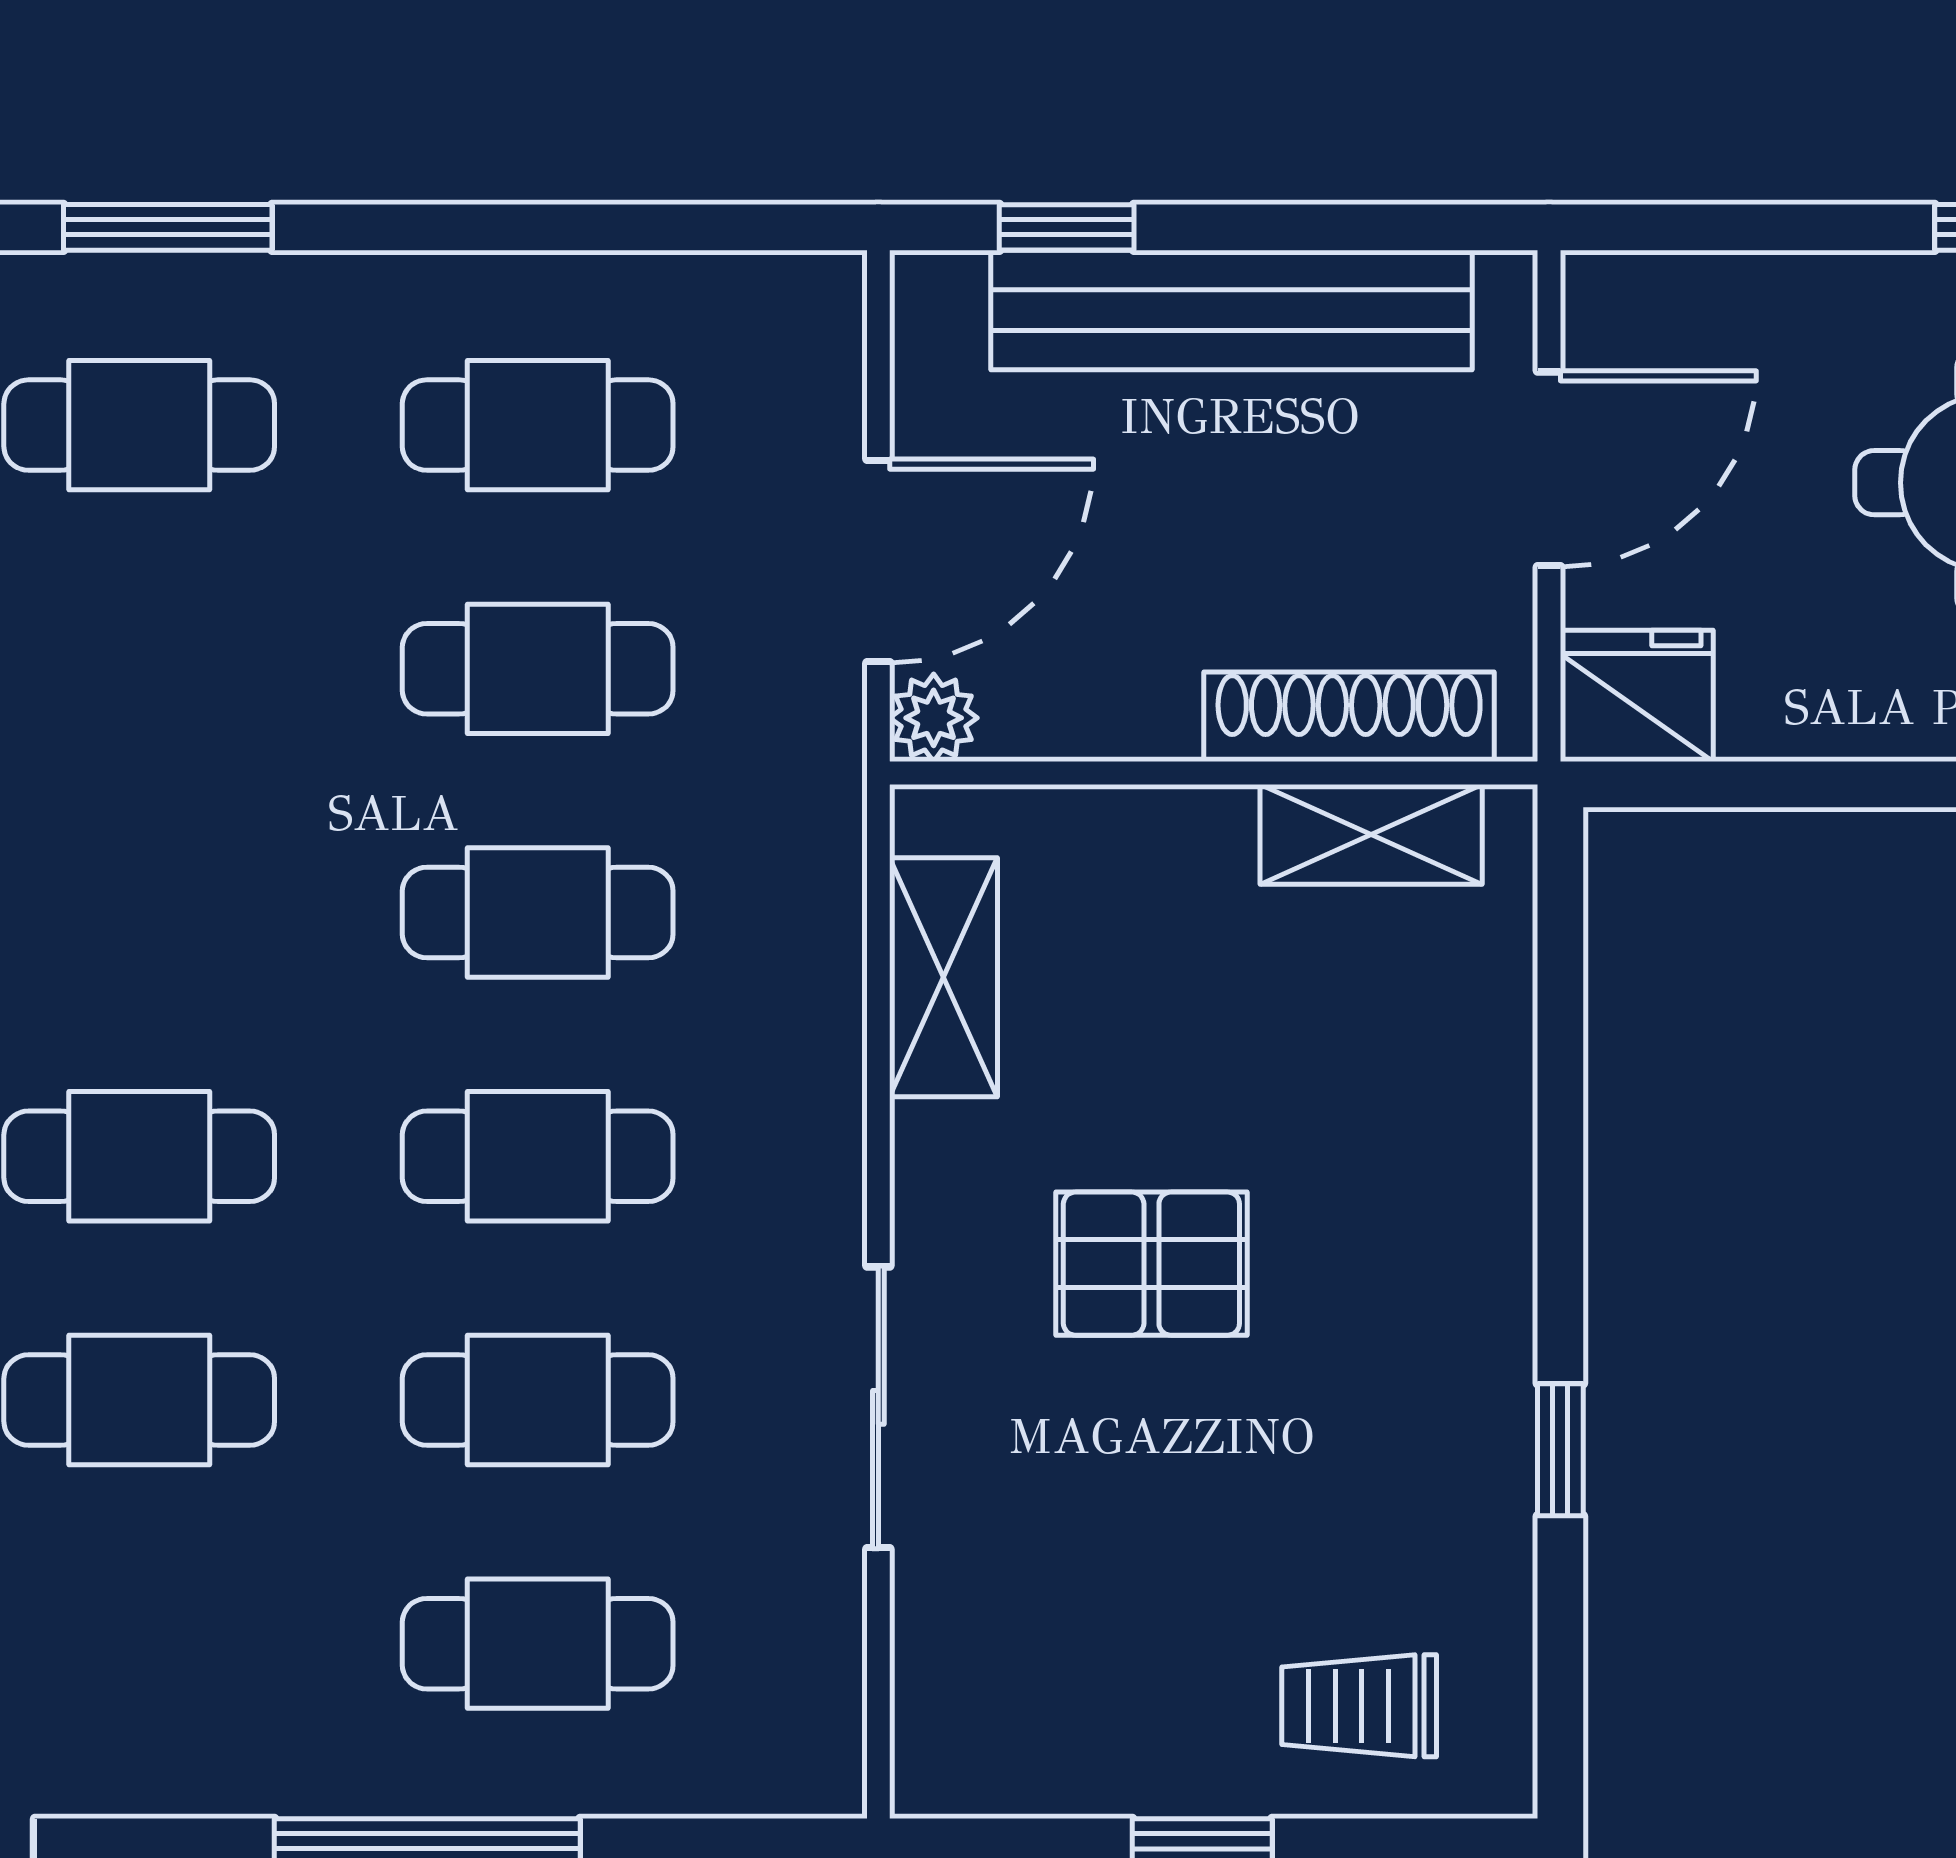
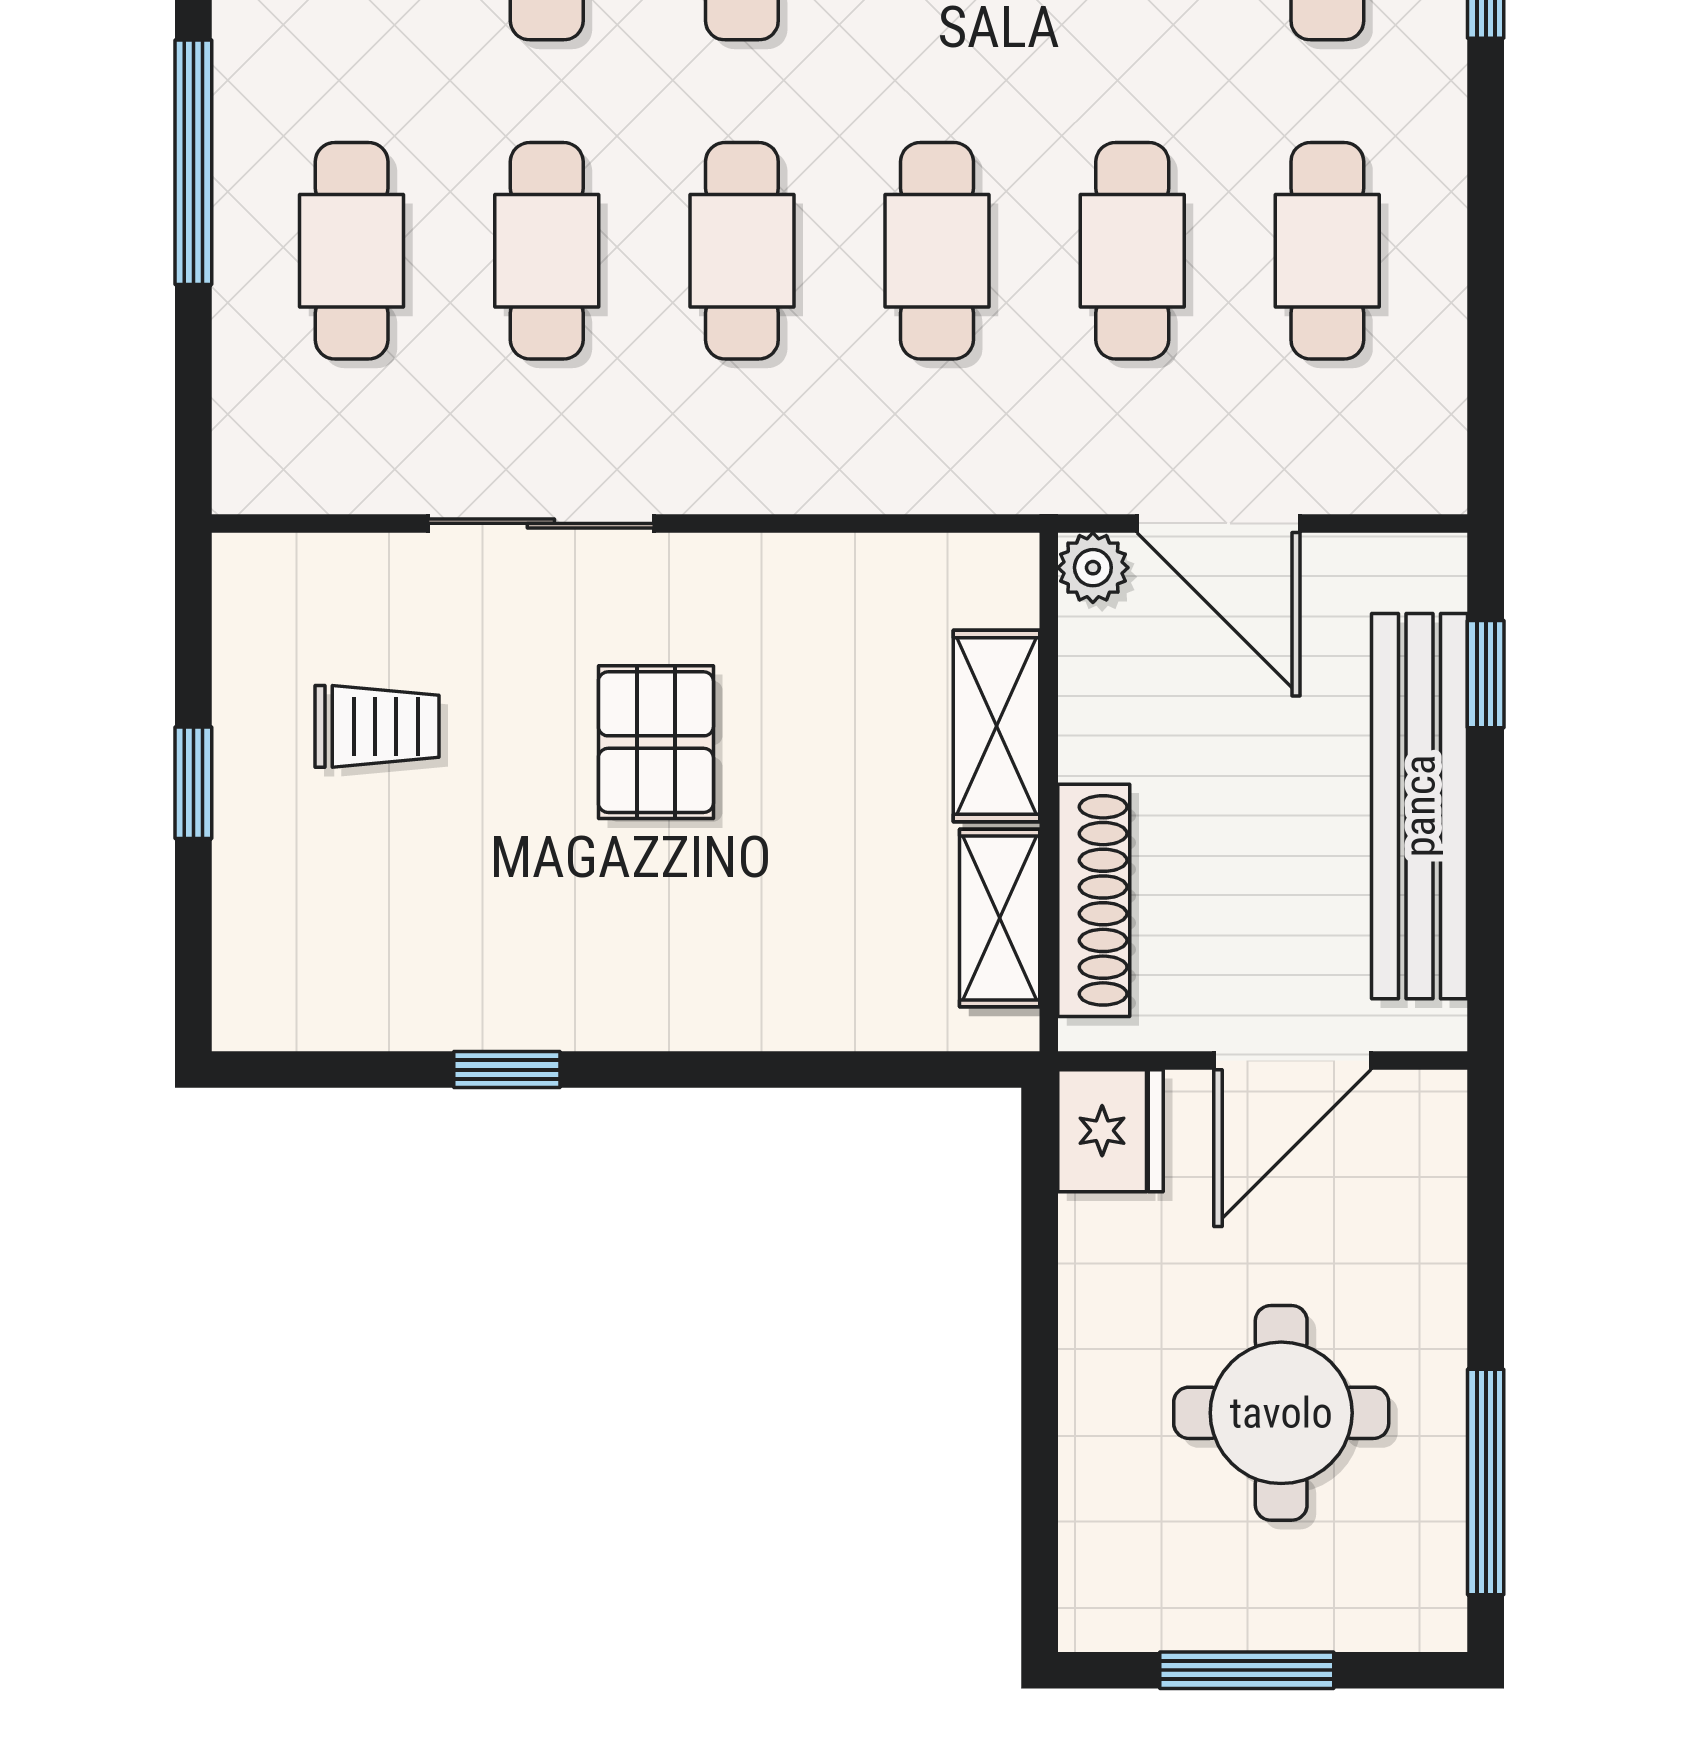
door: (1549, 469) -> (1292, 1060), hinge flipped
shelving: (944, 977) -> (997, 726), moved, turned 90
trolley: (1359, 1706) -> (377, 726), moved, turned 90

